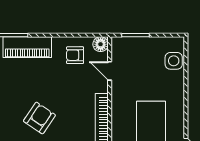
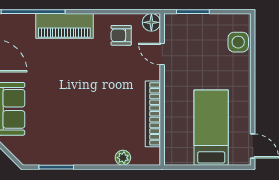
armchair: (39, 118) -> (79, 110), removed

